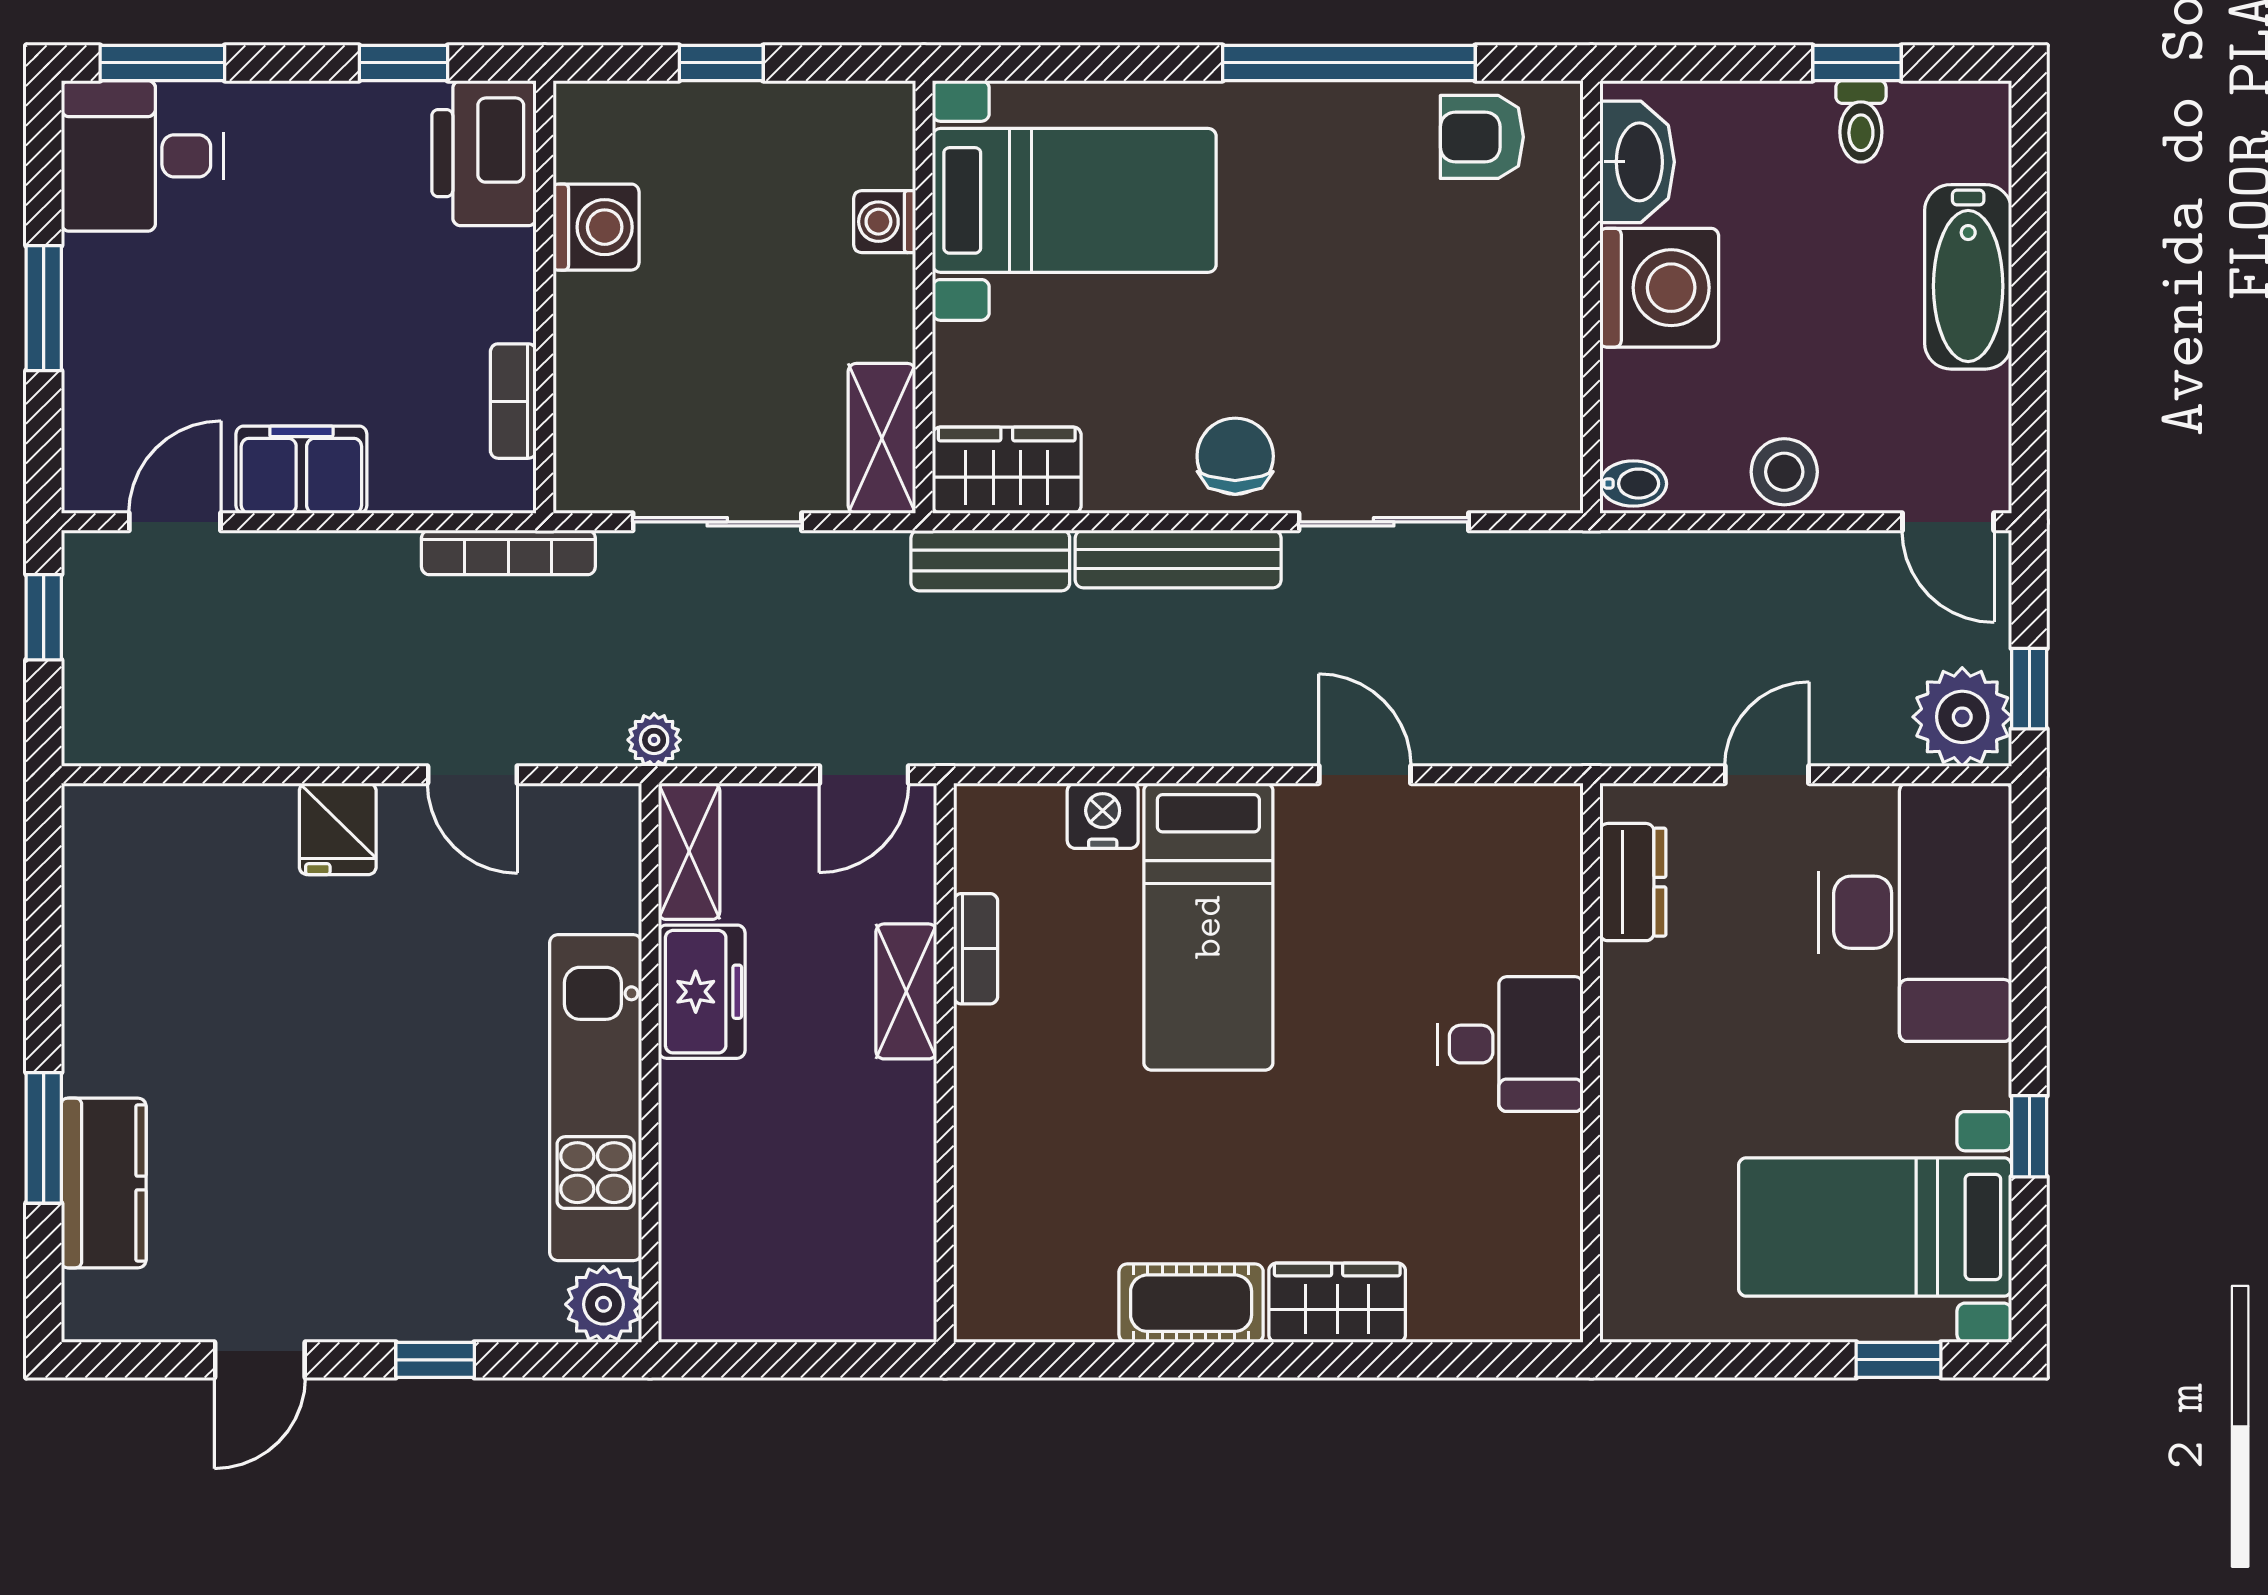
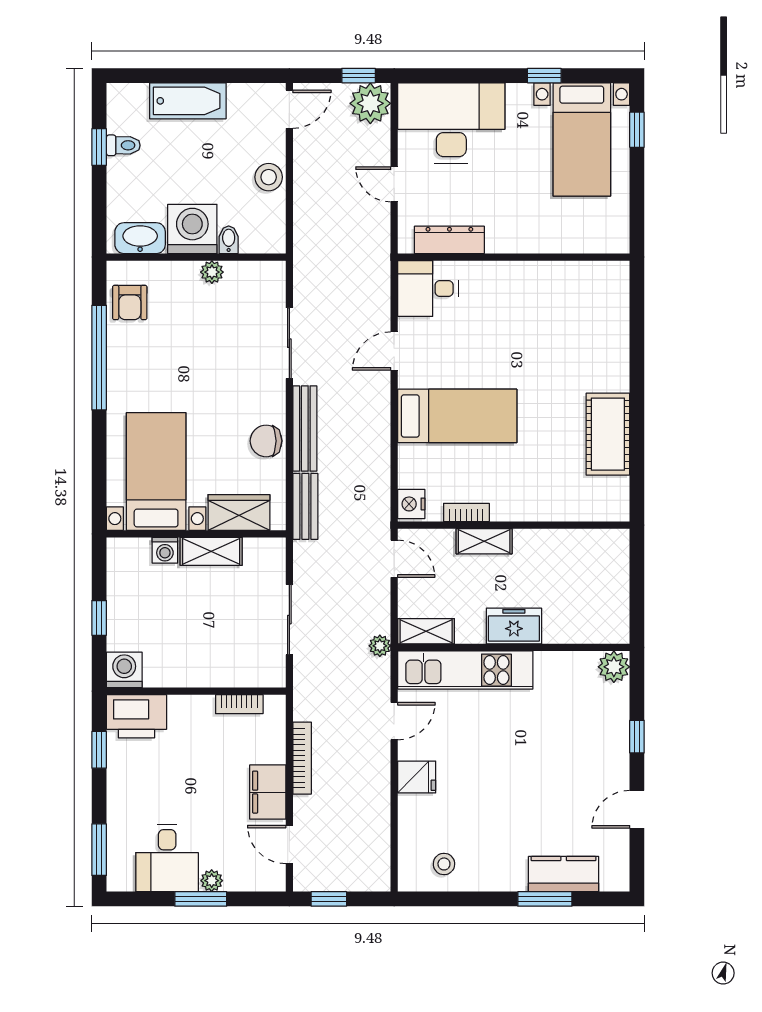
desk: (142, 156) -> (167, 858), moved
washing machine: (596, 227) -> (124, 670), moved
plant: (88, 334) -> (212, 881), added
plant: (1555, 335) -> (212, 272), added
shelving: (882, 438) -> (211, 551), moved
chair: (1235, 456) -> (266, 441), moved
wardrobe: (1007, 470) -> (239, 512), moved, turned 90
bidet: (1633, 484) -> (229, 240), moved
bookcase: (508, 552) -> (302, 758), moved
nightstand: (1103, 816) -> (411, 504), moved
dresser: (1633, 882) -> (449, 240), width x1.44
stool: (128, 895) -> (444, 864), added
freezer: (702, 992) -> (514, 626), moved
desk: (1510, 1044) -> (428, 288), moved, turned -90
kitchen unit: (596, 1098) -> (465, 670), moved
cot: (1191, 1303) -> (608, 434), width x1.37, depth x1.34
wardrobe: (1337, 1303) -> (613, 363), removed
door: (260, 1360) -> (637, 809), swing flipped

